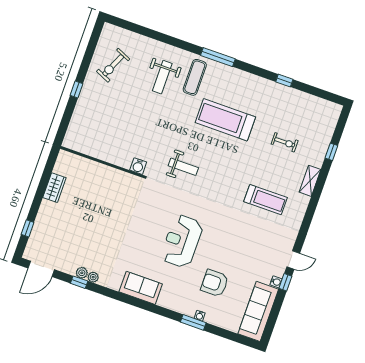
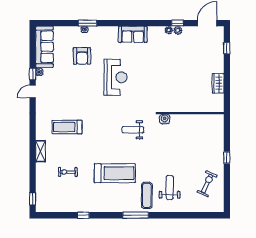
window: (331, 152) -> (33, 199), moved
armchair: (215, 283) -> (82, 56), turned 90

